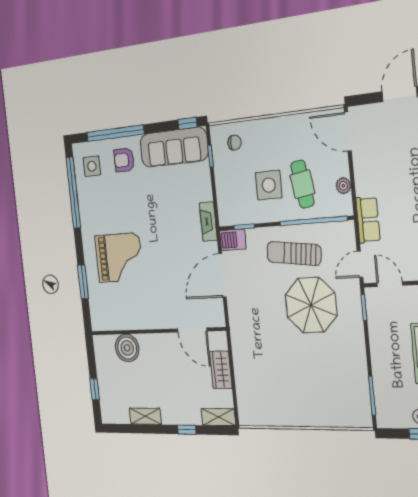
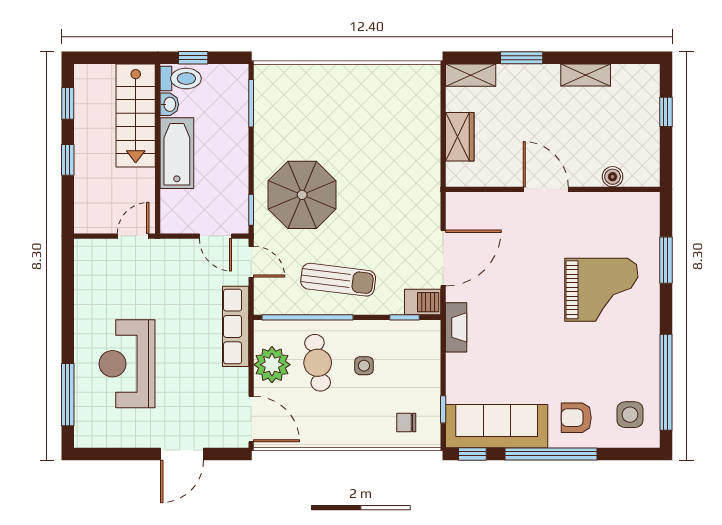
window: (115, 133) -> (551, 454), moved
armchair: (124, 160) -> (576, 418), turned 180
side table: (269, 185) -> (364, 366), width x0.54, depth x0.54
plant: (343, 186) -> (272, 365), width x1.88, depth x1.88
row of seats: (368, 220) -> (236, 326), width x1.48
grand piano: (119, 258) -> (601, 290), turned 180
door: (360, 264) -> (251, 262), hinge flipped
parasol: (311, 305) -> (302, 195), moved
door: (192, 330) -> (546, 189), moved
boiler: (127, 348) -> (613, 177), width x0.54, depth x0.54
window: (187, 430) -> (522, 58), width x1.50

